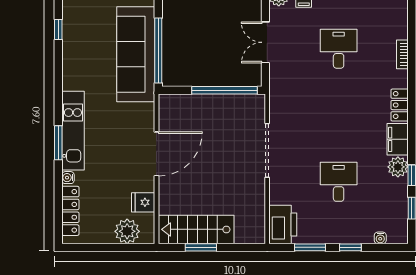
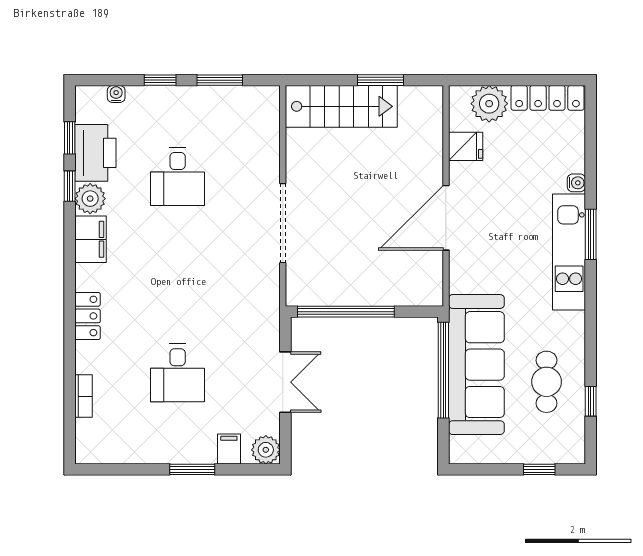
cafe table: (88, 43) -> (547, 382), added
bookcase: (402, 54) -> (83, 396), moved
locker: (400, 105) -> (88, 316), moved
locker: (70, 211) -> (548, 98), moved, turned -90
printer: (283, 224) -> (95, 153), moved, turned 180
stairs: (196, 229) -> (341, 106), moved

